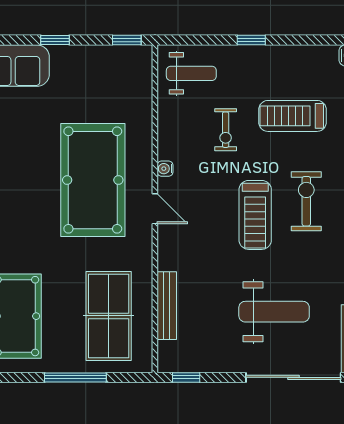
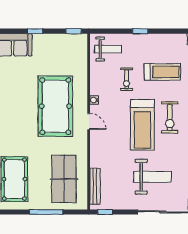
treadmill: (292, 116) -> (162, 72), turned 180
exercise bike: (306, 201) -> (170, 118), turned 180
treadmill: (255, 215) -> (142, 125), width x1.37, depth x1.38
bench: (167, 306) -> (95, 186), moved

